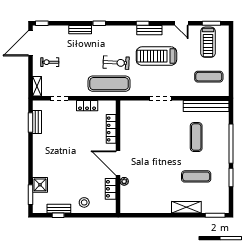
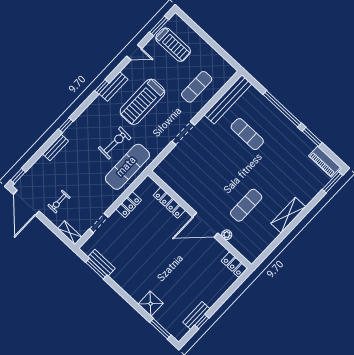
exercise mat: (209, 77) -> (197, 87), moved
exercise mat: (196, 176) -> (246, 205), moved
shower: (40, 185) -> (151, 304), moved
locker: (111, 189) -> (234, 264), moved
piano: (223, 199) -> (324, 162), added
stool: (84, 202) -> (212, 288), removed
shelving: (186, 207) -> (288, 215), moved

